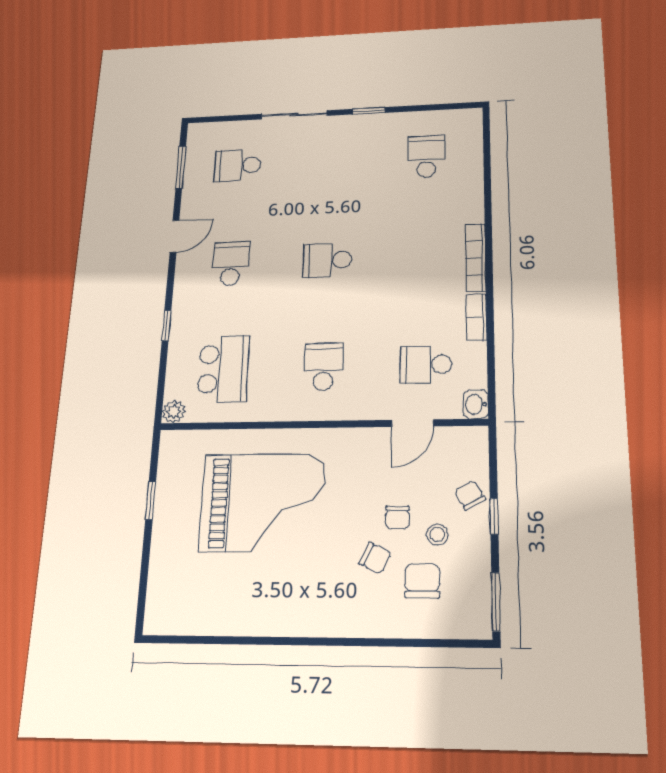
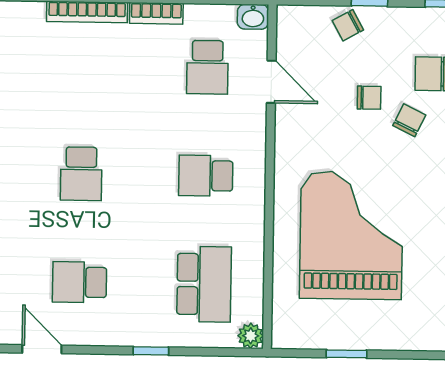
school desk: (223, 369) -> (204, 284), turned 90
stool: (437, 535) -> (387, 58), removed

